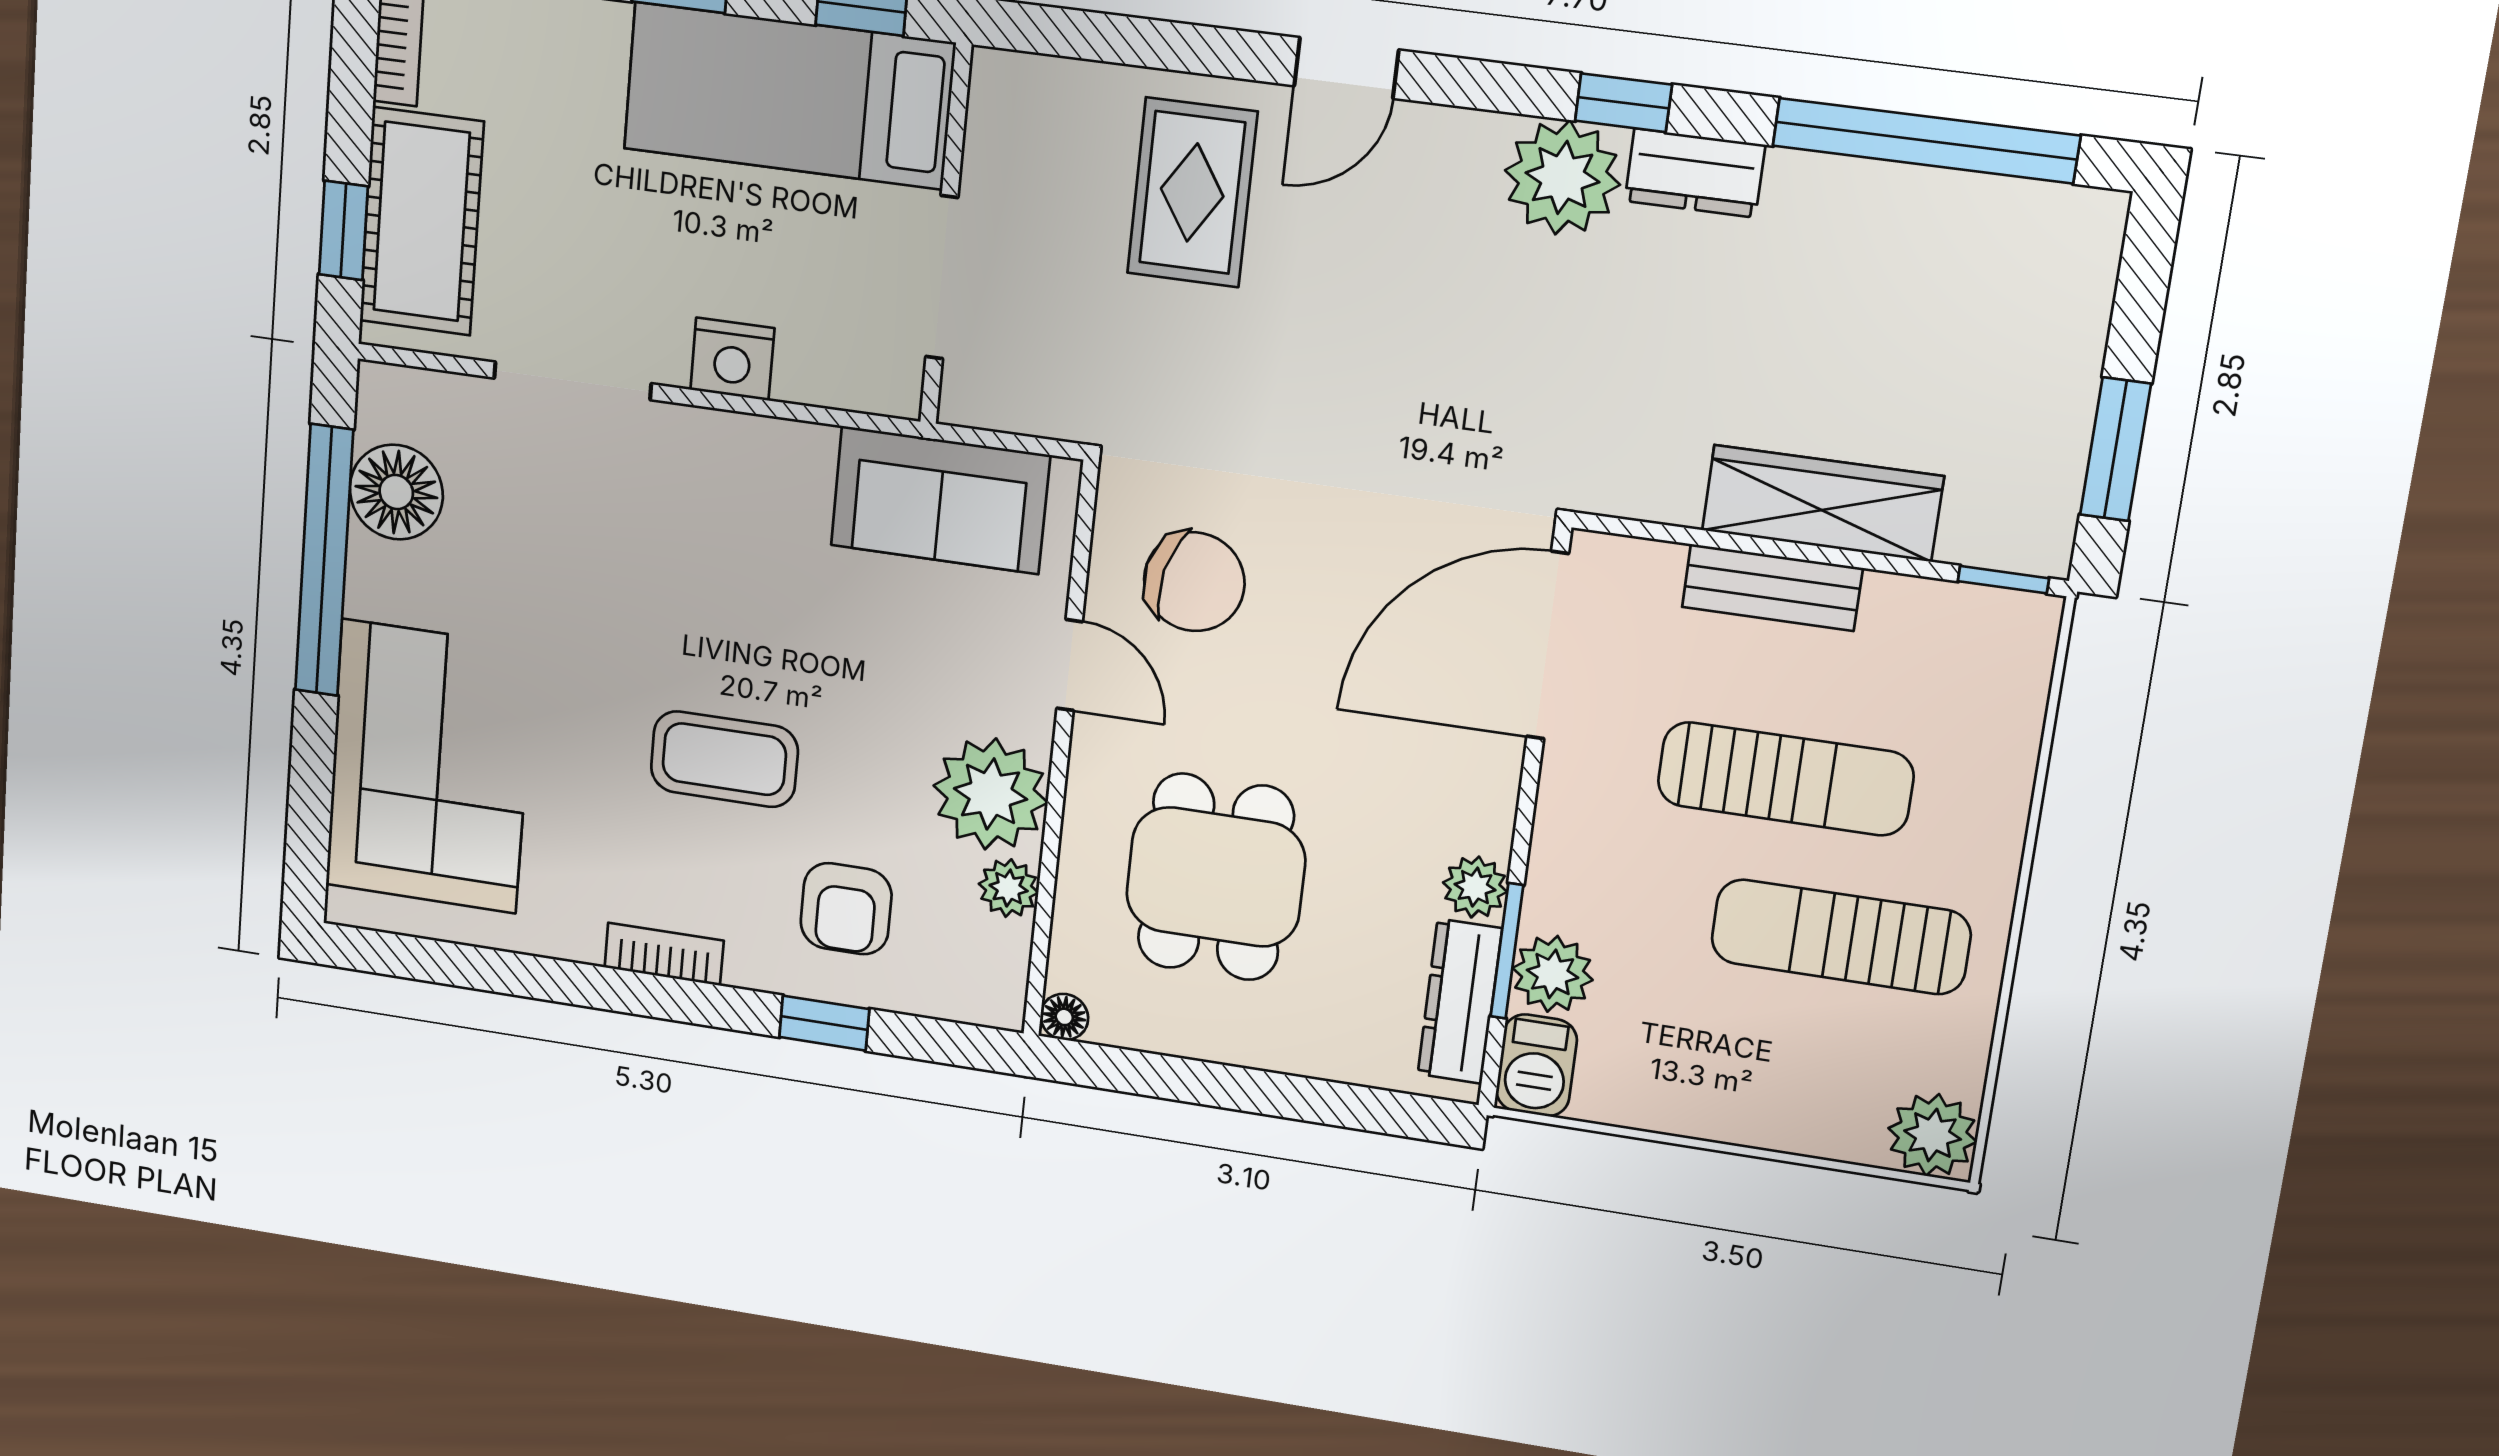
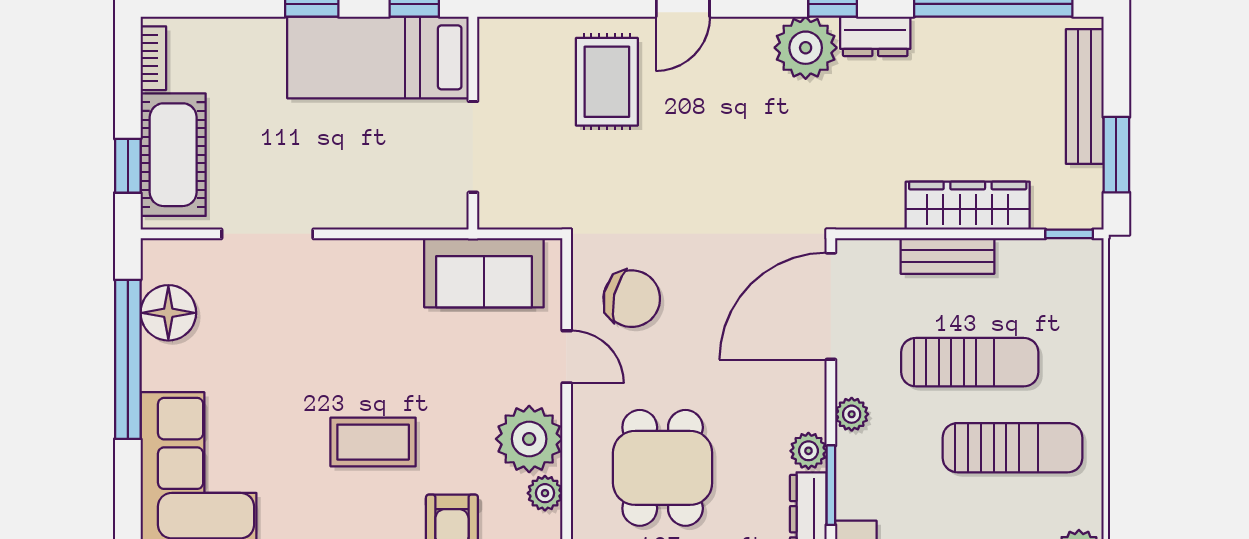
bench: (2073, 335) -> (1085, 97), added
nightstand: (732, 359) -> (358, 209), removed
sun lounger: (1841, 937) -> (1012, 448), turned 180
plant: (1553, 974) -> (852, 414), moved, width x0.73, depth x0.73

